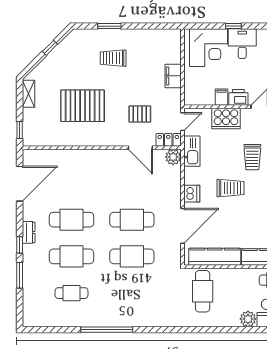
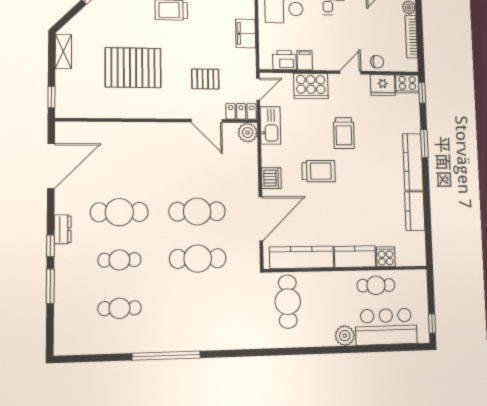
printer: (238, 97) -> (284, 60), moved
cafe table: (71, 256) -> (119, 260), width x0.73, depth x0.74

